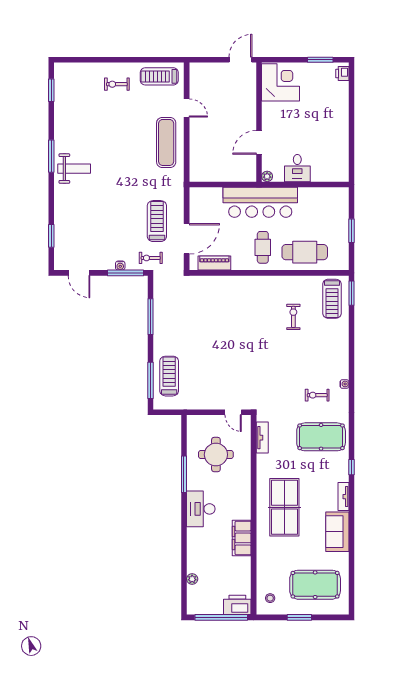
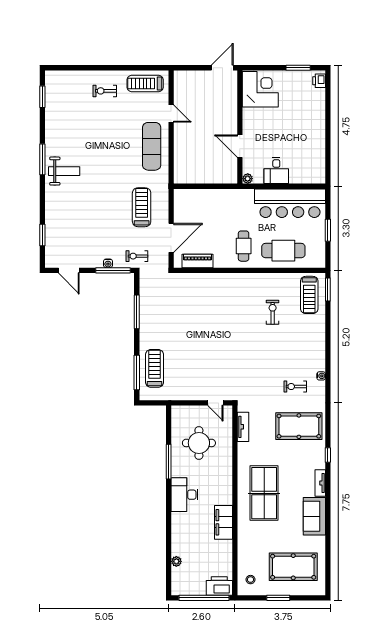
door: (259, 142) -> (240, 146), hinge flipped
bar counter: (260, 202) -> (290, 203), moved
treadmill: (157, 221) -> (142, 207), moved

